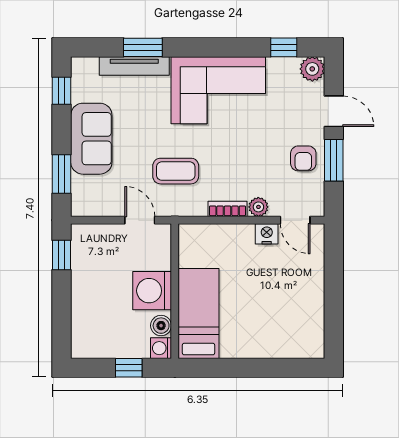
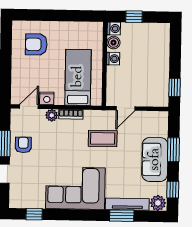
plant: (312, 69) -> (158, 203), moved
window: (62, 174) -> (173, 150), moved
door: (140, 220) -> (126, 108), hinge flipped
door: (295, 220) -> (29, 107), hinge flipped
washing machine: (152, 291) -> (113, 59), width x0.53, depth x0.53
bed: (198, 313) -> (78, 77), moved, turned 180
armchair: (285, 320) -> (36, 44), added

